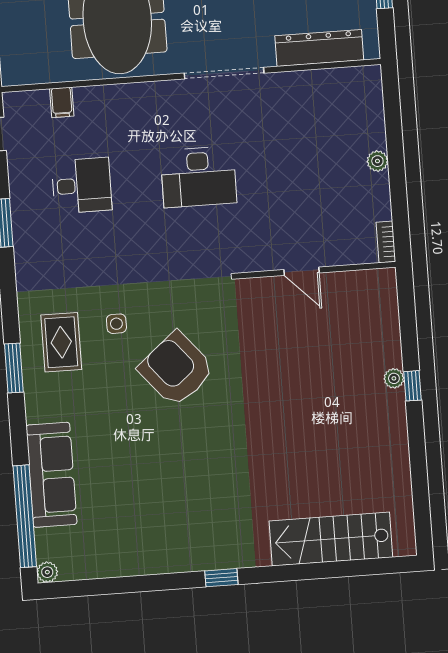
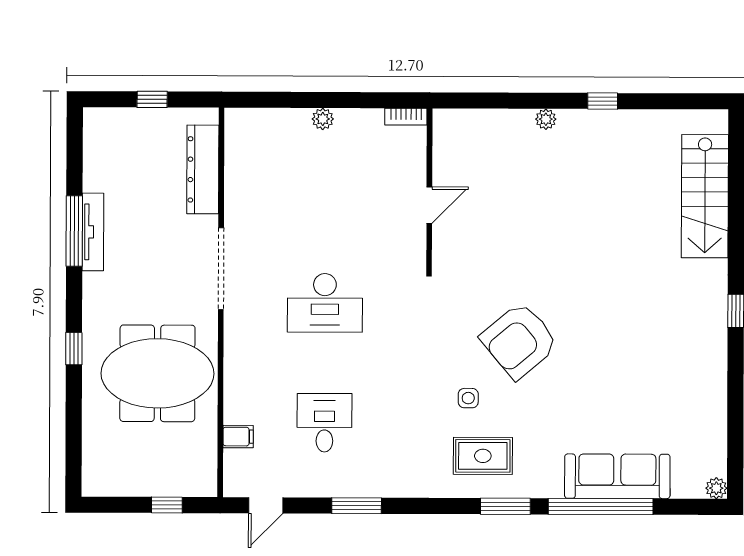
desk: (198, 177) -> (325, 303), turned 90
window: (412, 386) -> (603, 101), moved
window: (25, 516) -> (601, 507), moved

